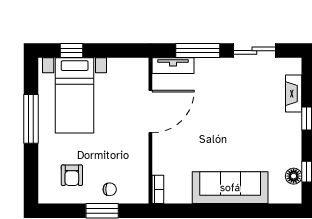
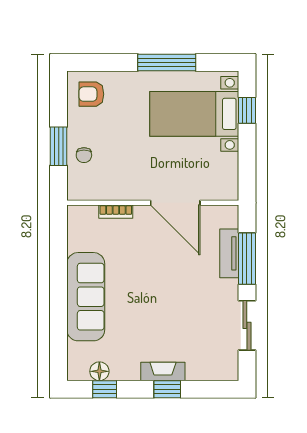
tv unit: (173, 66) -> (229, 253), moved
fireplace: (294, 94) -> (163, 371), moved
armchair: (72, 175) -> (91, 94), moved
bookcase: (158, 189) -> (116, 212), moved

